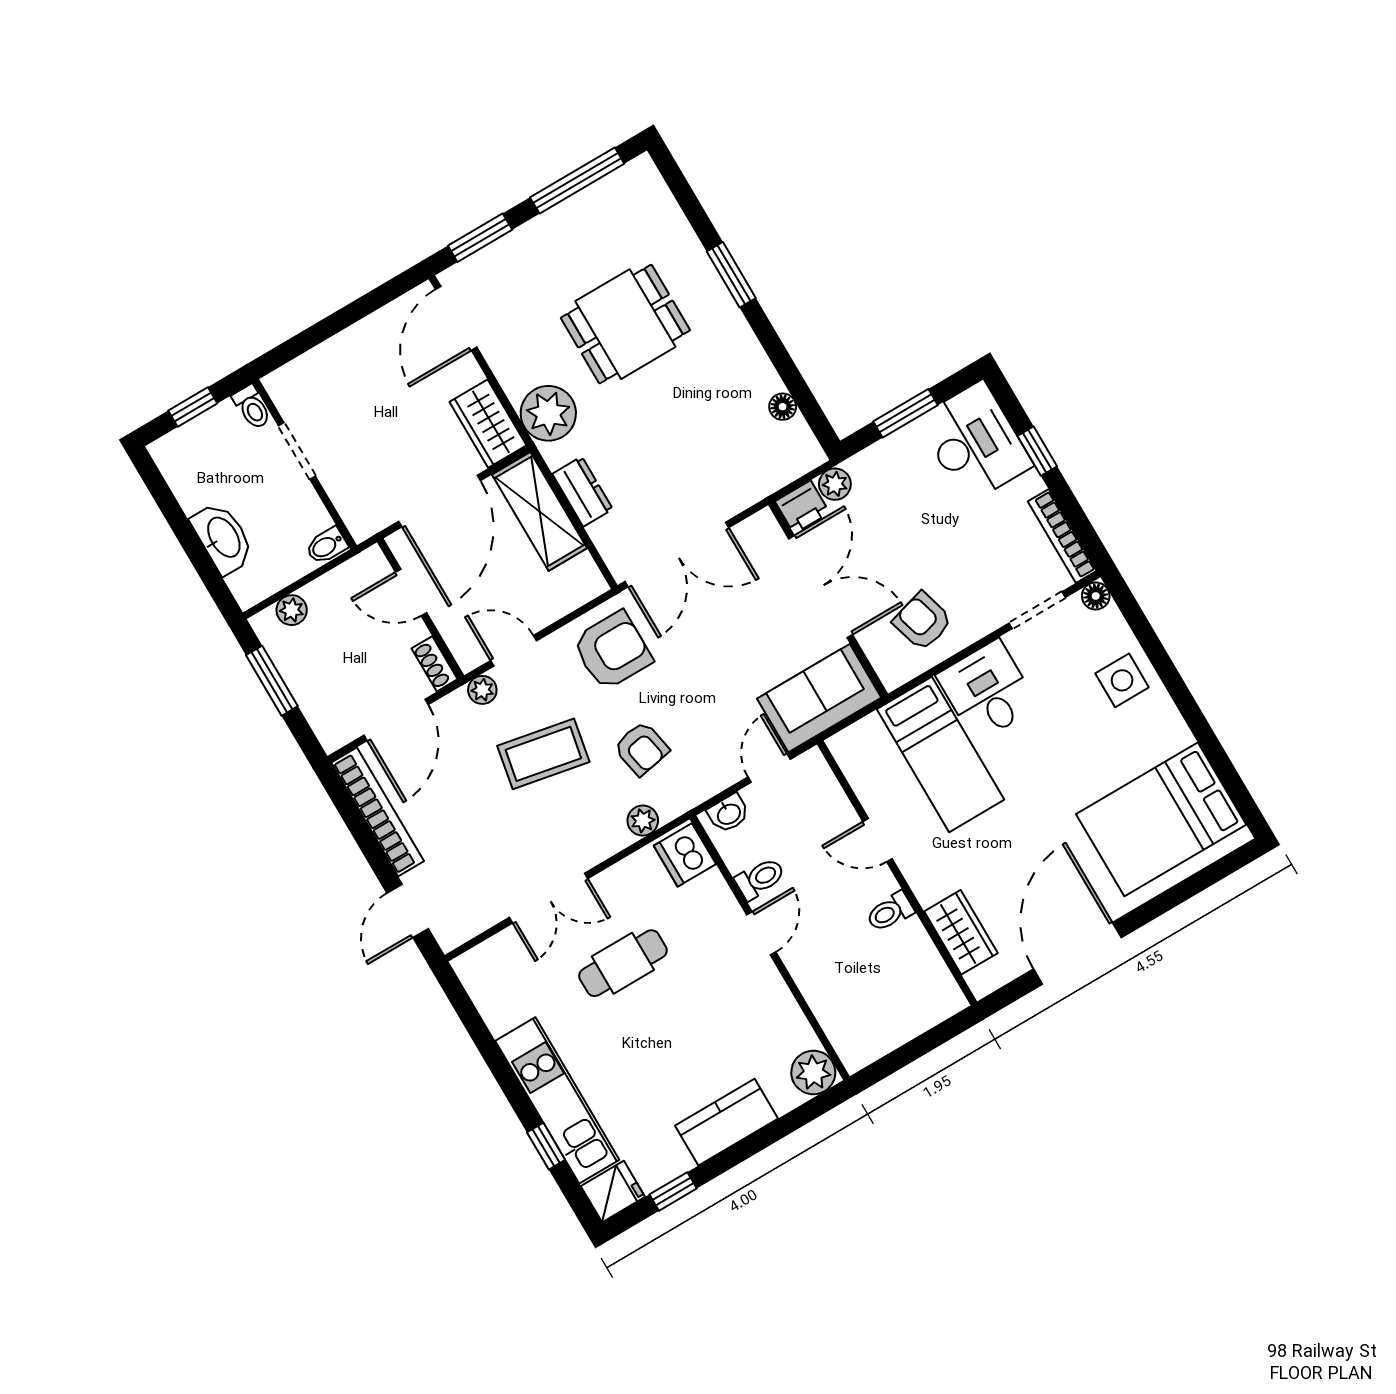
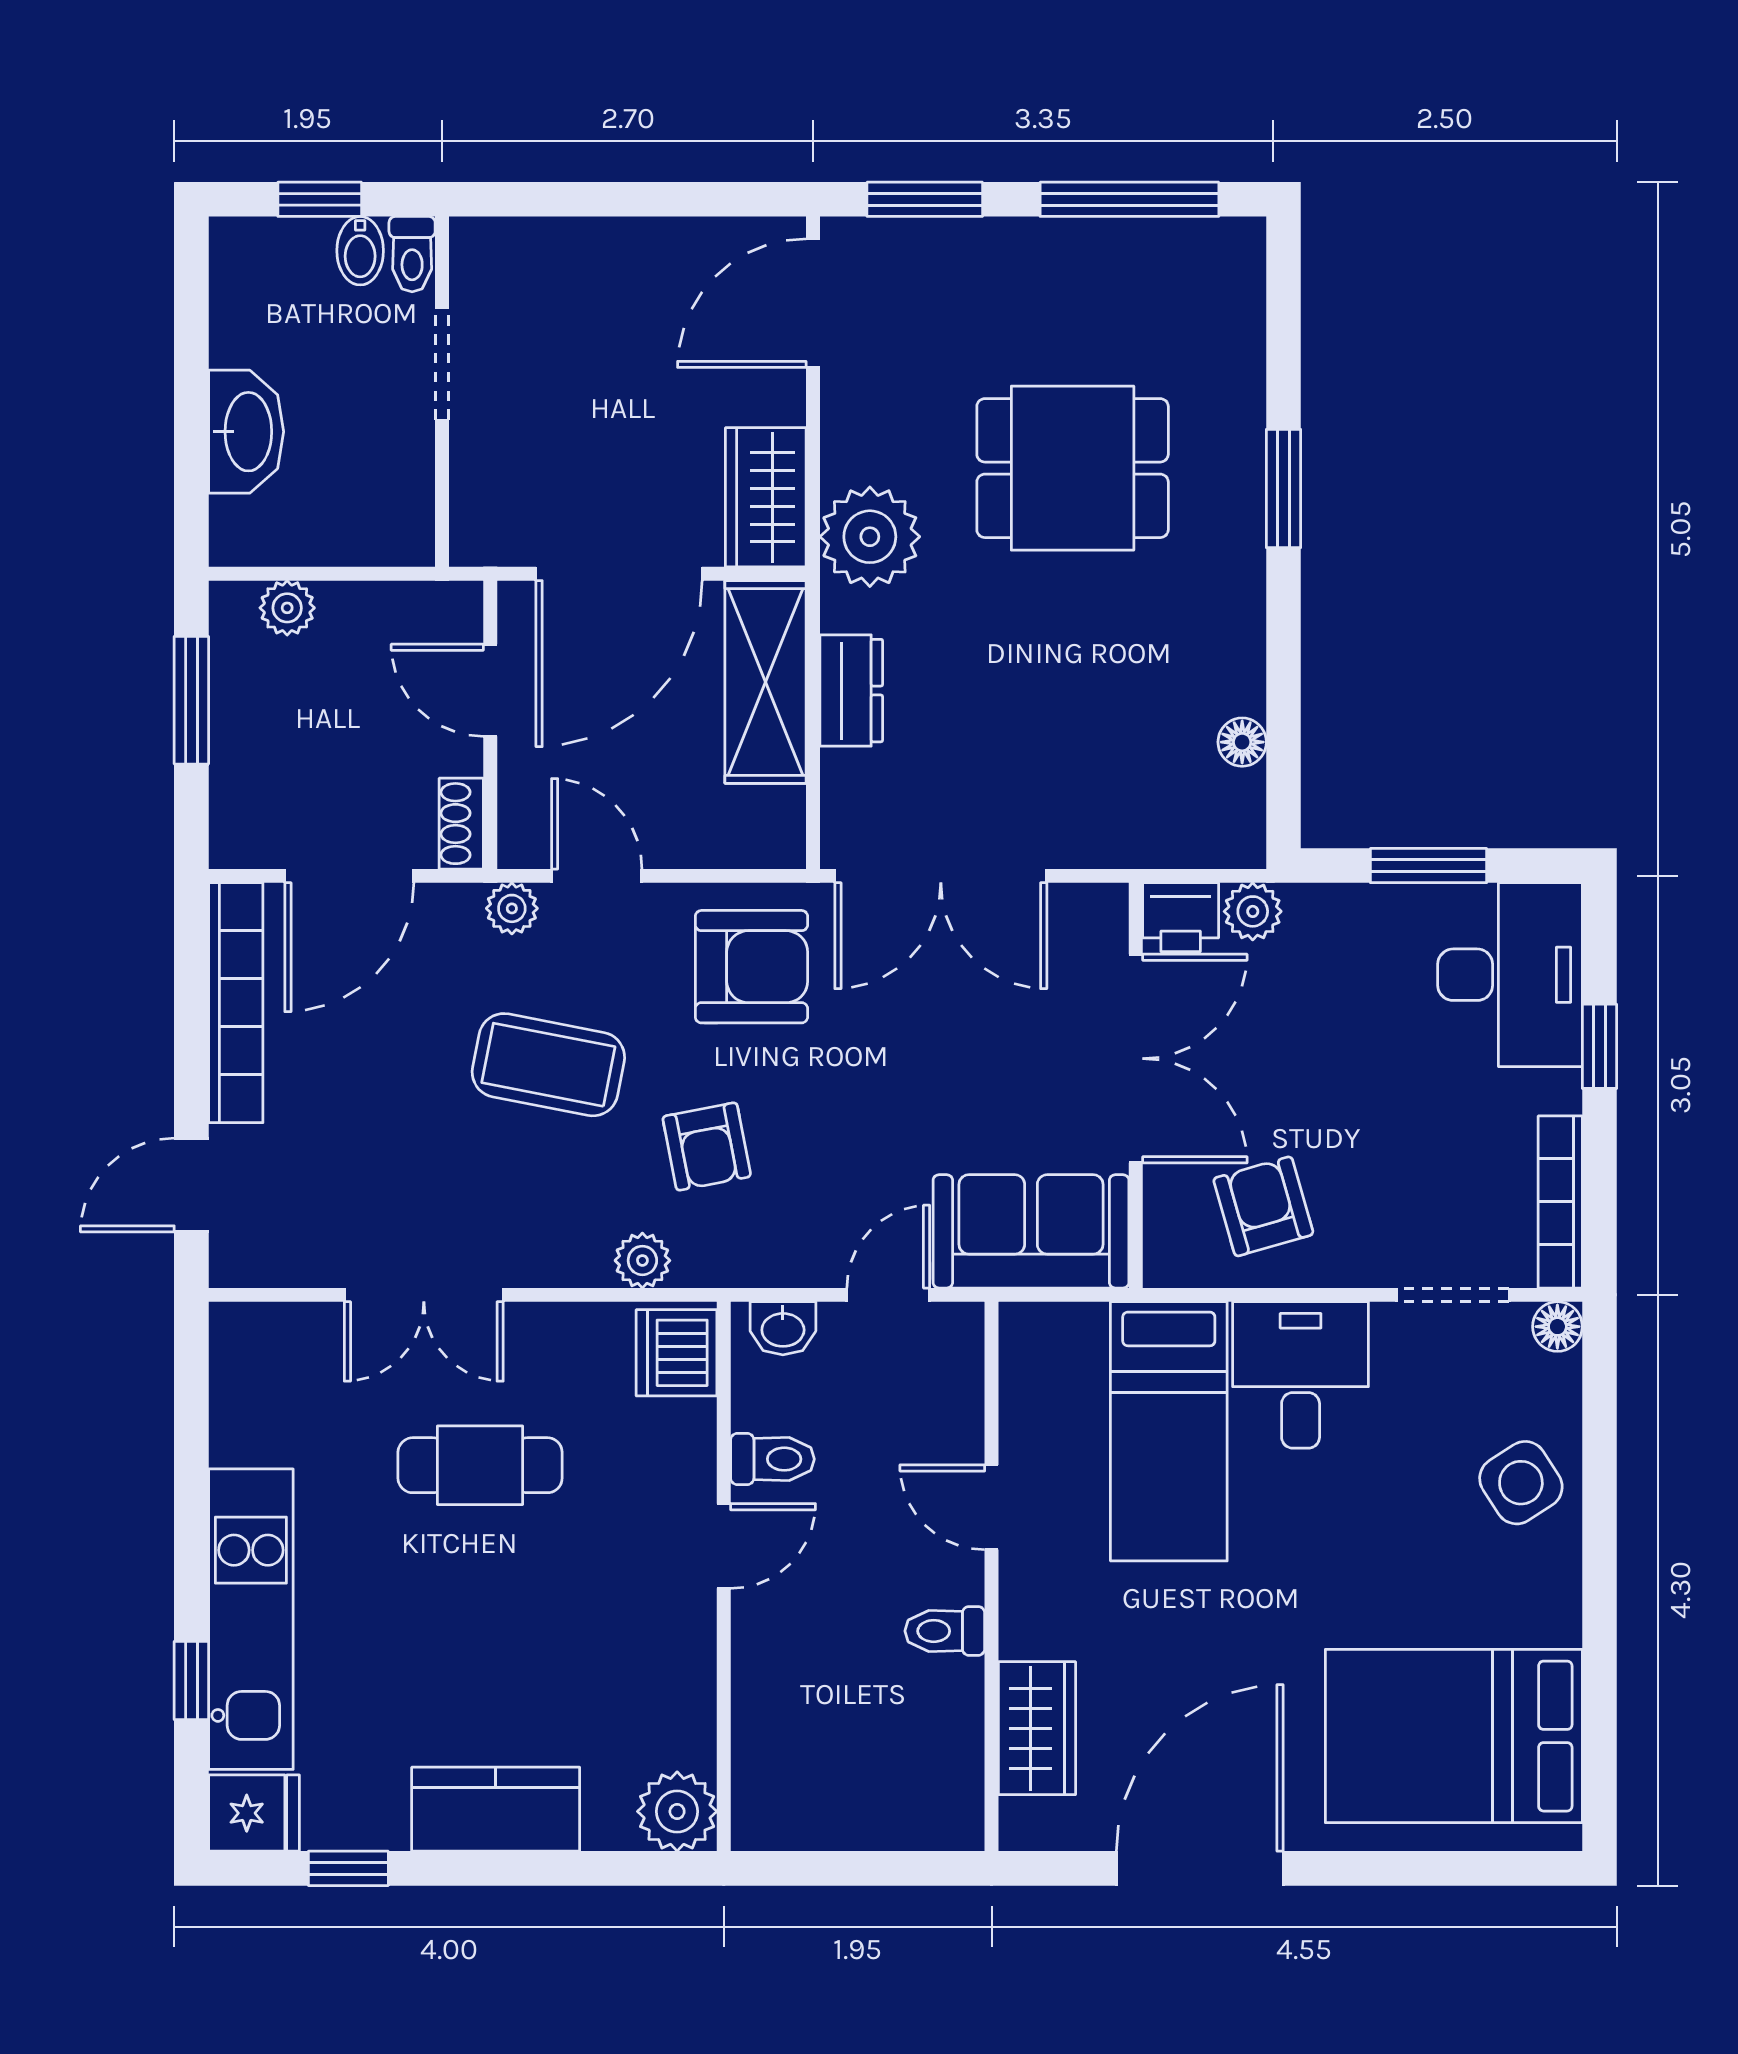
bidet: (326, 546) -> (360, 251), moved, turned -90
side table: (1122, 680) -> (1521, 1483), turned -33

